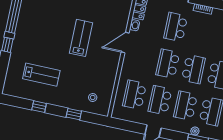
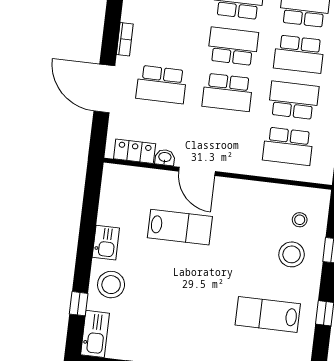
lab bench: (81, 38) -> (180, 227), moved, turned 180
lab bench: (41, 75) -> (268, 314), turned -90
stool: (74, 91) -> (292, 254), added
school desk: (160, 100) -> (294, 100), turned 180

